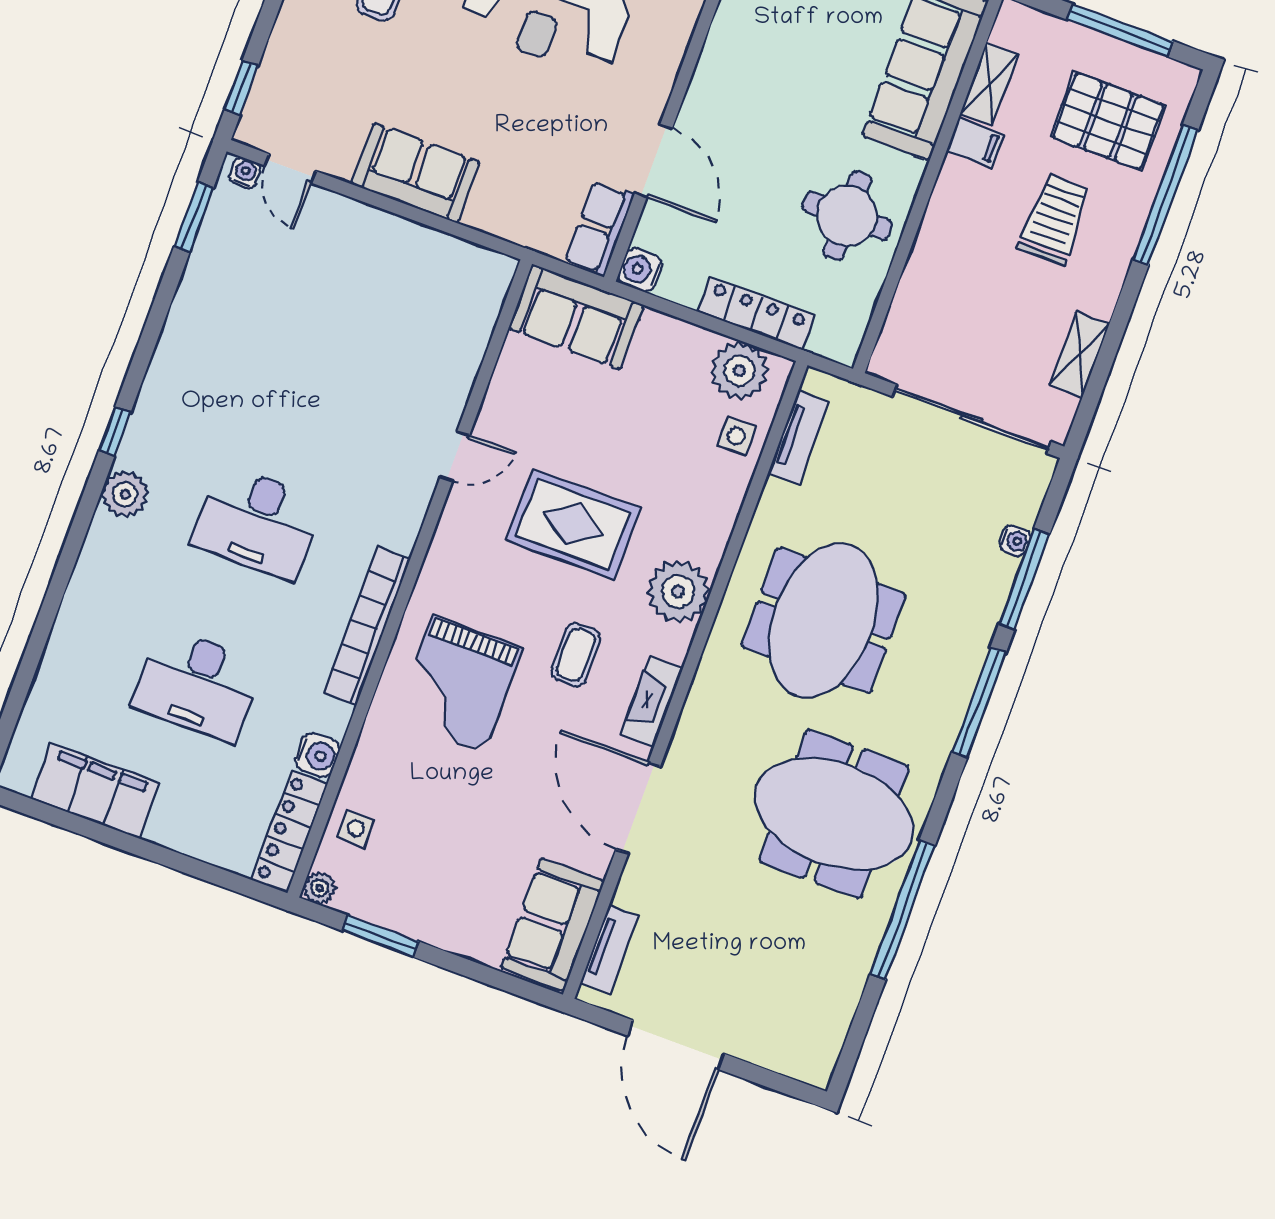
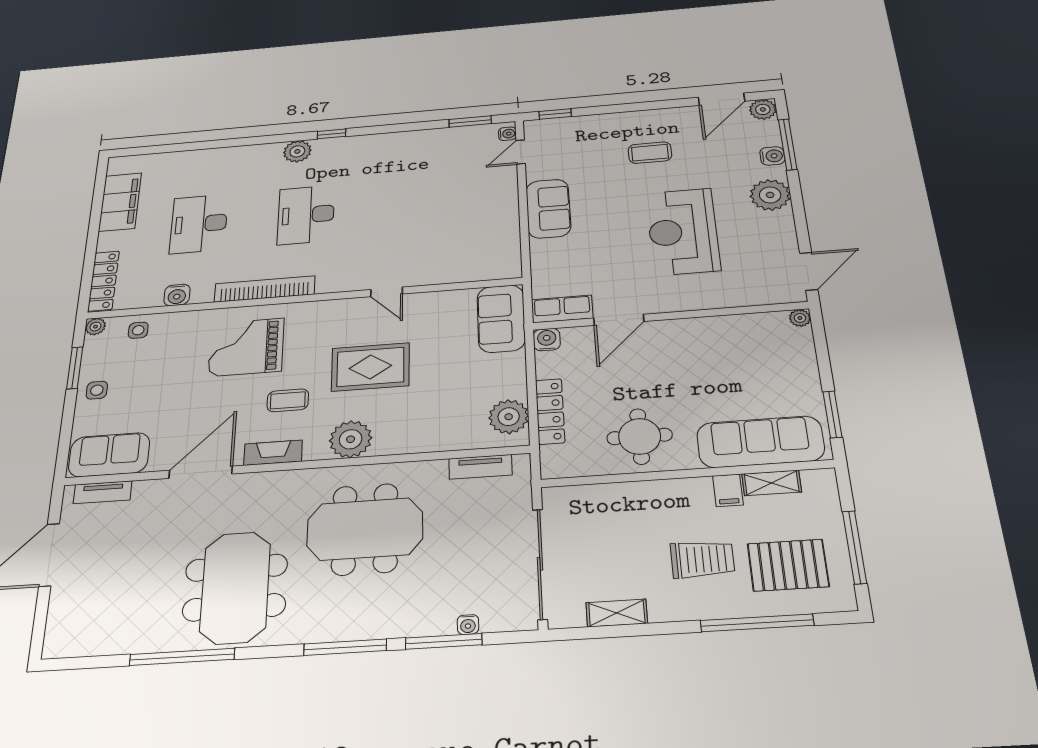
pallet: (1108, 121) -> (788, 565), turned 90
side table: (736, 436) -> (97, 390), moved
rug: (573, 524) -> (370, 367), turned 90
locker: (290, 832) -> (104, 281), moved, turned 90

